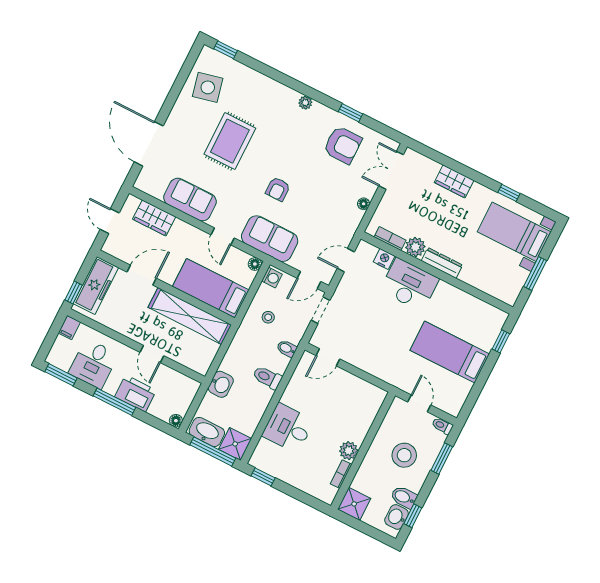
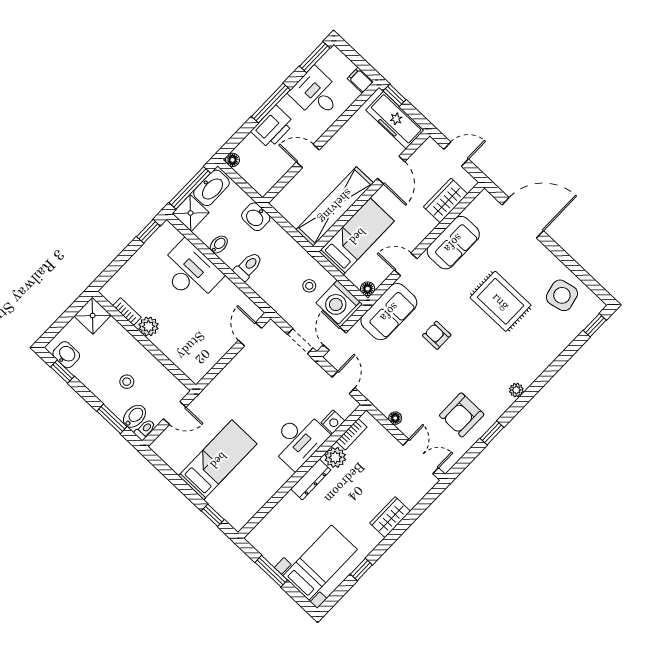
washing machine: (272, 278) -> (338, 302), width x1.89, depth x1.89
bidet: (287, 348) -> (219, 244), moved
desk: (288, 428) -> (190, 272), width x1.37
stool: (404, 455) -> (127, 382), width x0.53, depth x0.53
bidet: (404, 497) -> (134, 416), moved

